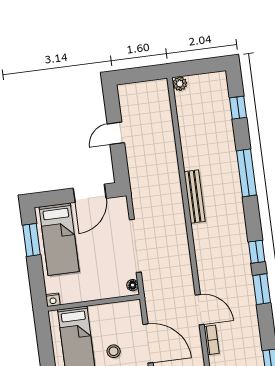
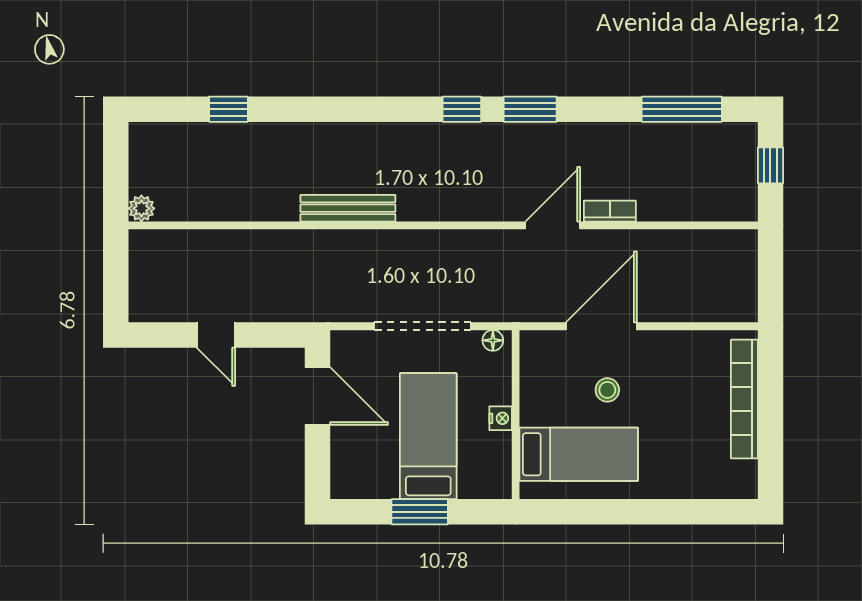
window: (238, 108) -> (228, 109), moved
window: (246, 173) -> (318, 109), removed
bed: (59, 239) -> (428, 436), moved, turned -90
window: (31, 240) -> (420, 512), moved
nightstand: (53, 300) -> (501, 418), moved

